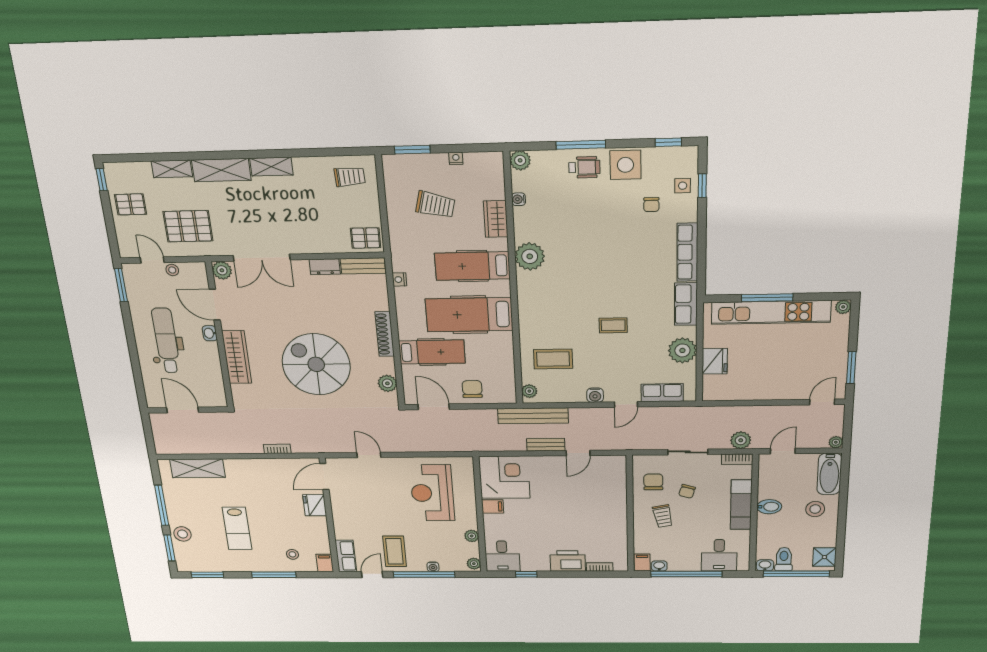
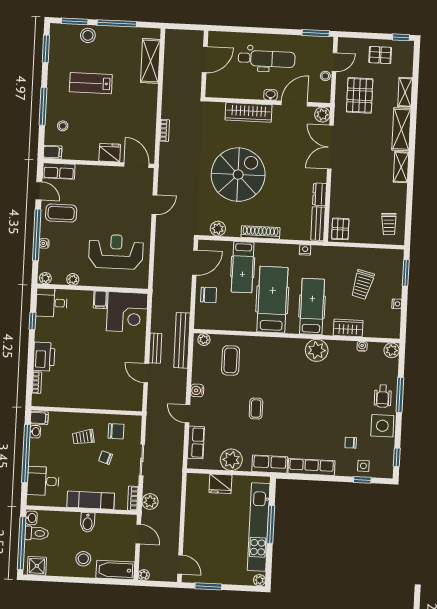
pallet: (131, 204) -> (380, 55), turned 90

